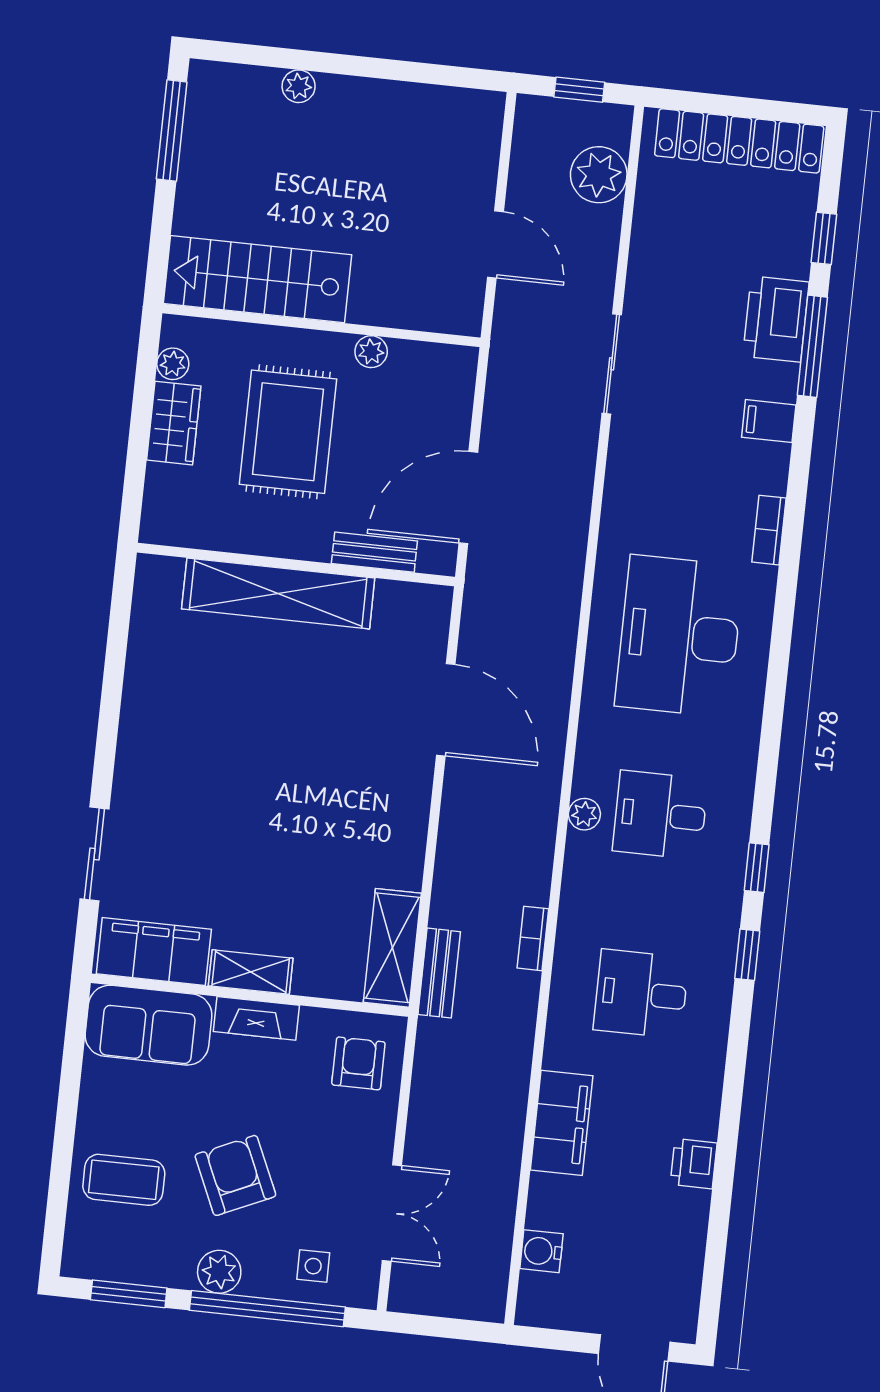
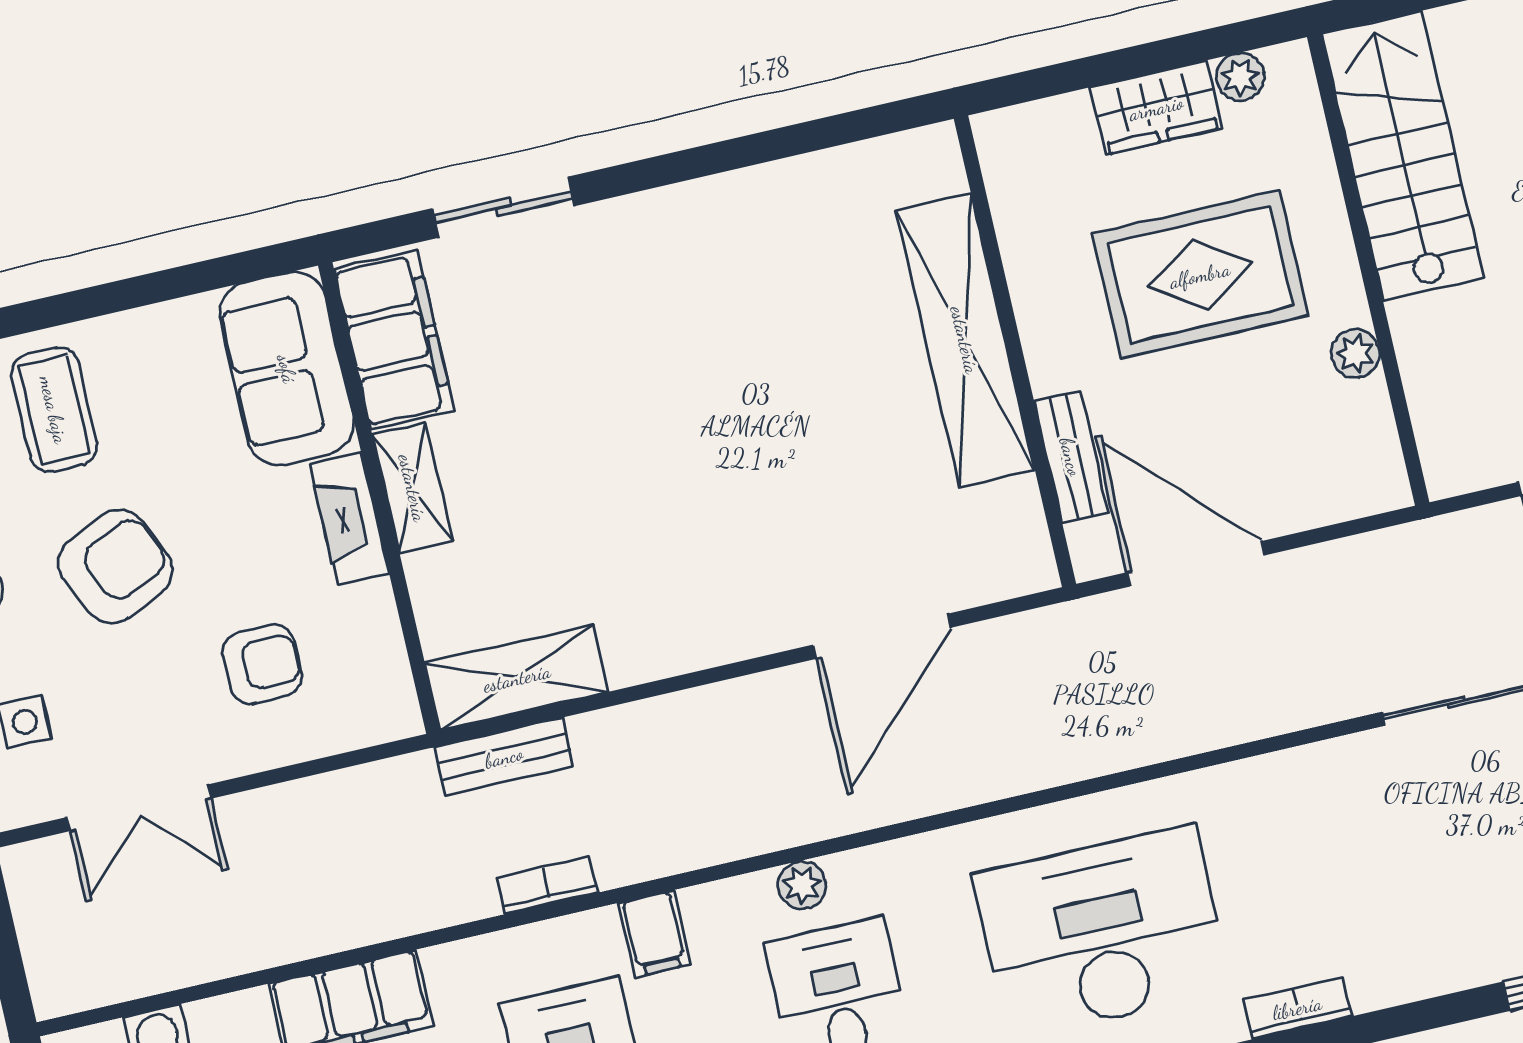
filing cabinet: (769, 421) -> (655, 934), moved, turned 180
bookcase: (533, 938) -> (547, 885), moved
armchair: (358, 1063) -> (262, 664), moved

